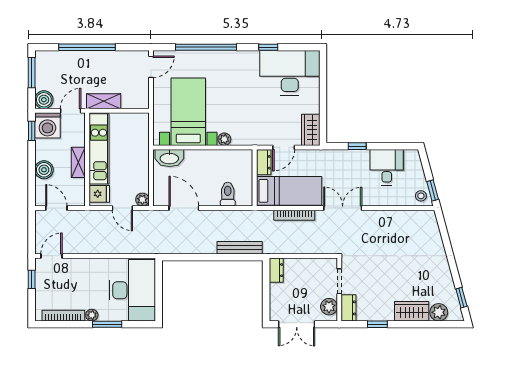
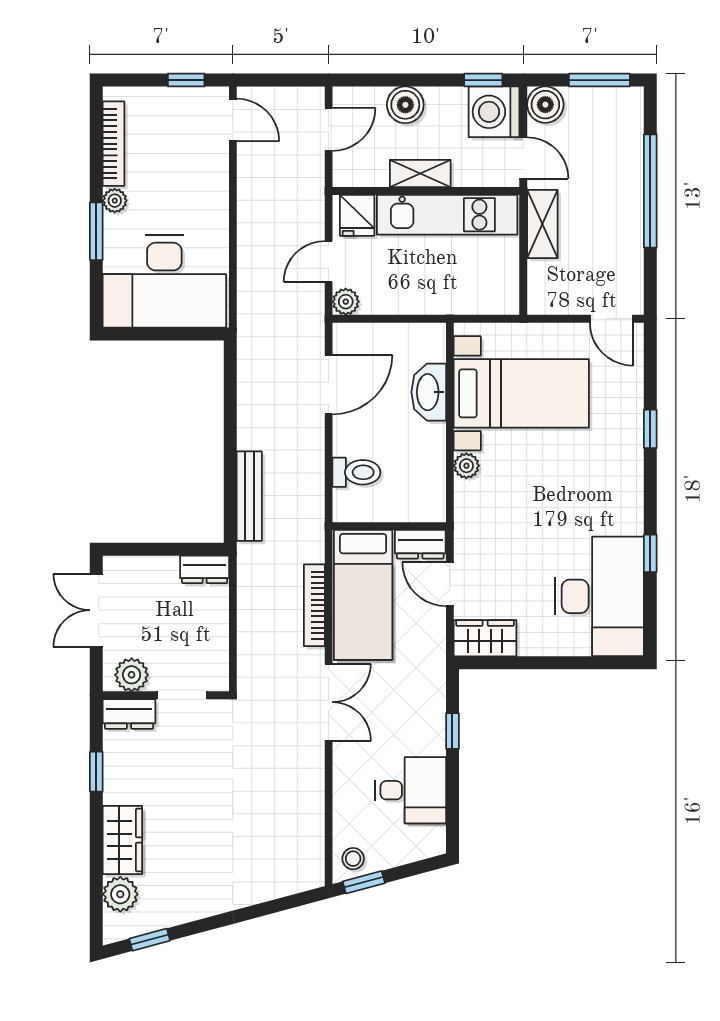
window: (206, 47) -> (650, 429), width x0.32
washbasin: (169, 158) -> (429, 392), moved

